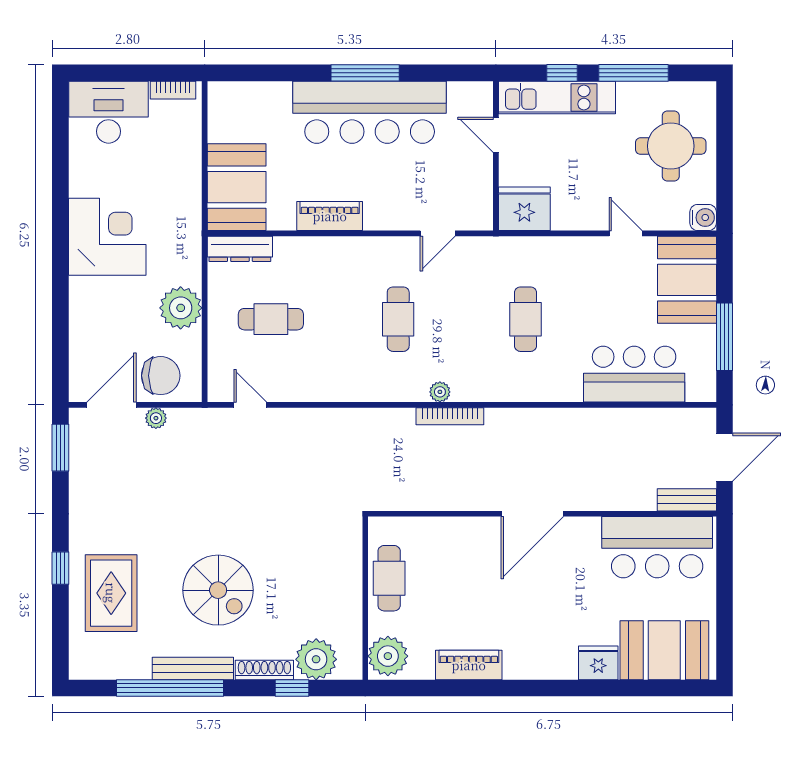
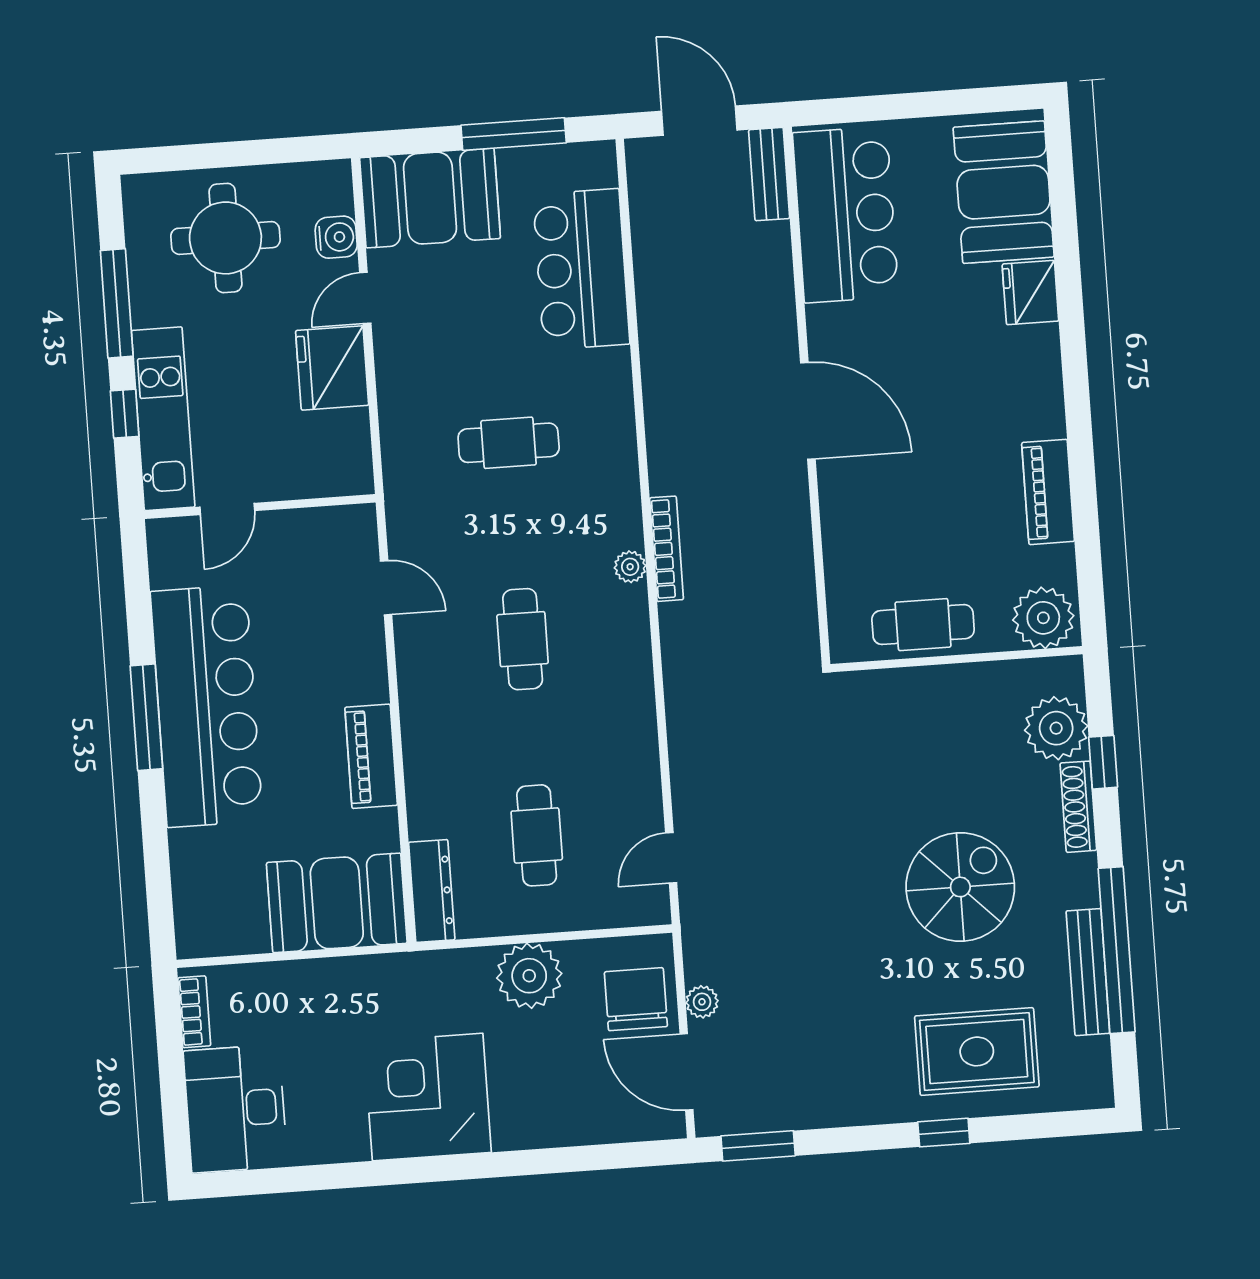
fridge: (524, 209) -> (332, 368), moved
water cooler: (703, 218) -> (336, 237), moved, turned 90
cafe table: (398, 319) -> (523, 639), turned 90
bench: (193, 668) -> (1088, 972), moved

